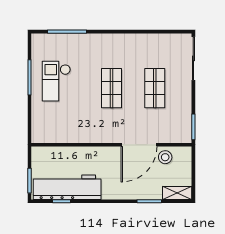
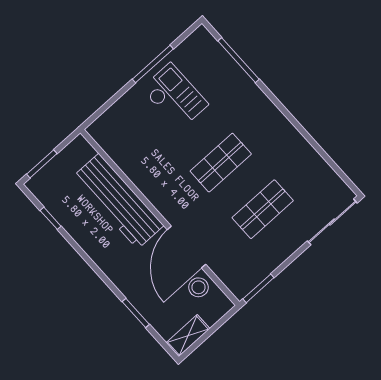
checkout: (56, 81) -> (175, 96), turned 90
door: (139, 145) -> (186, 247), hinge flipped
workbench: (67, 187) -> (118, 201), moved, turned 180
shelving: (177, 193) -> (188, 336), moved, turned 90

